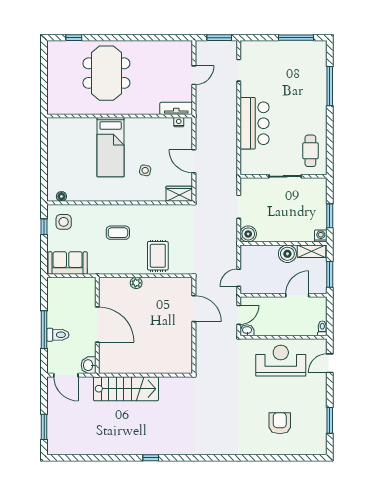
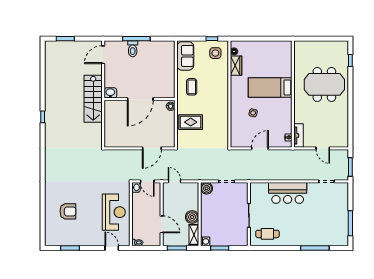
wardrobe: (179, 194) -> (236, 66), moved
coffee table: (118, 233) -> (192, 87), moved
door: (97, 325) -> (140, 99), moved
wall: (97, 325) -> (140, 99), moved
washbasin: (89, 365) -> (110, 93), moved

